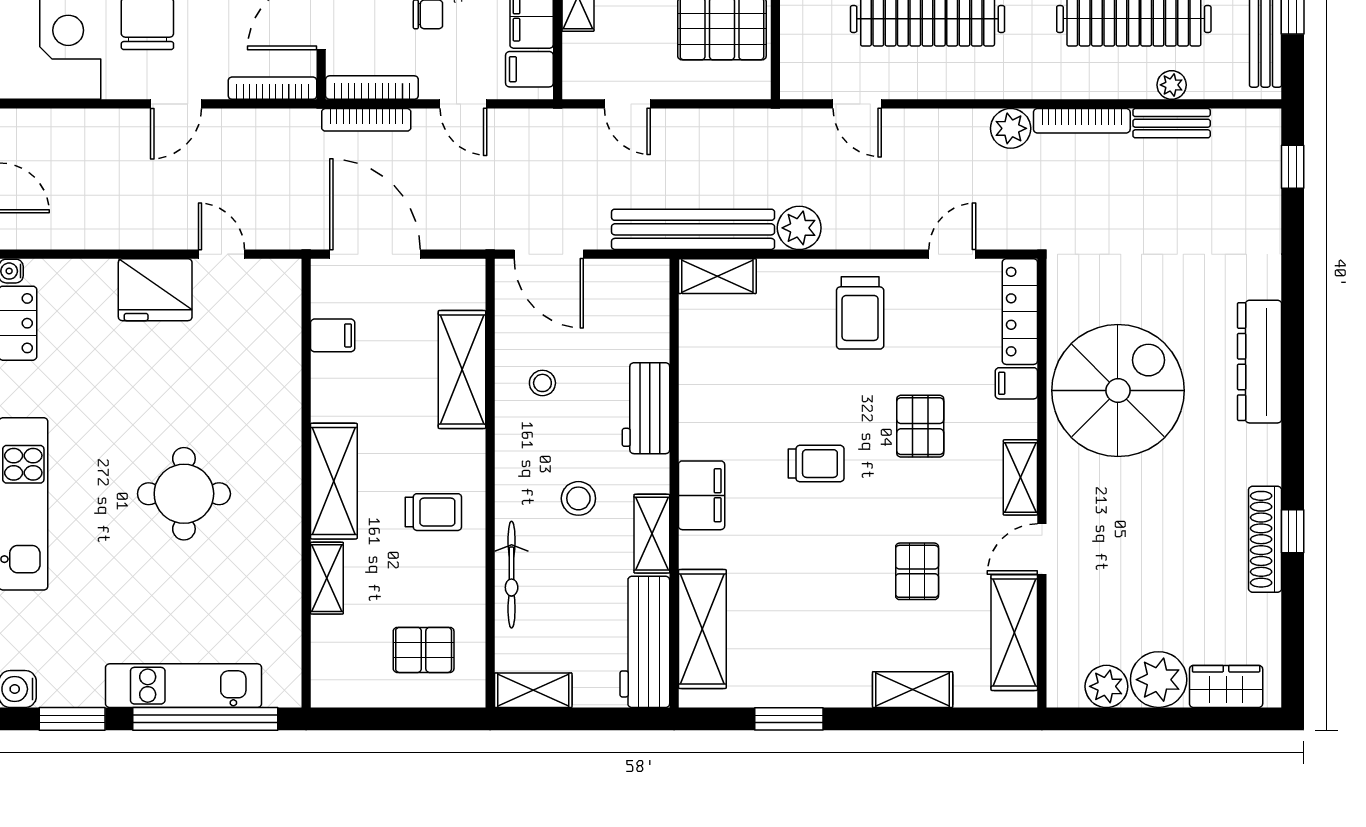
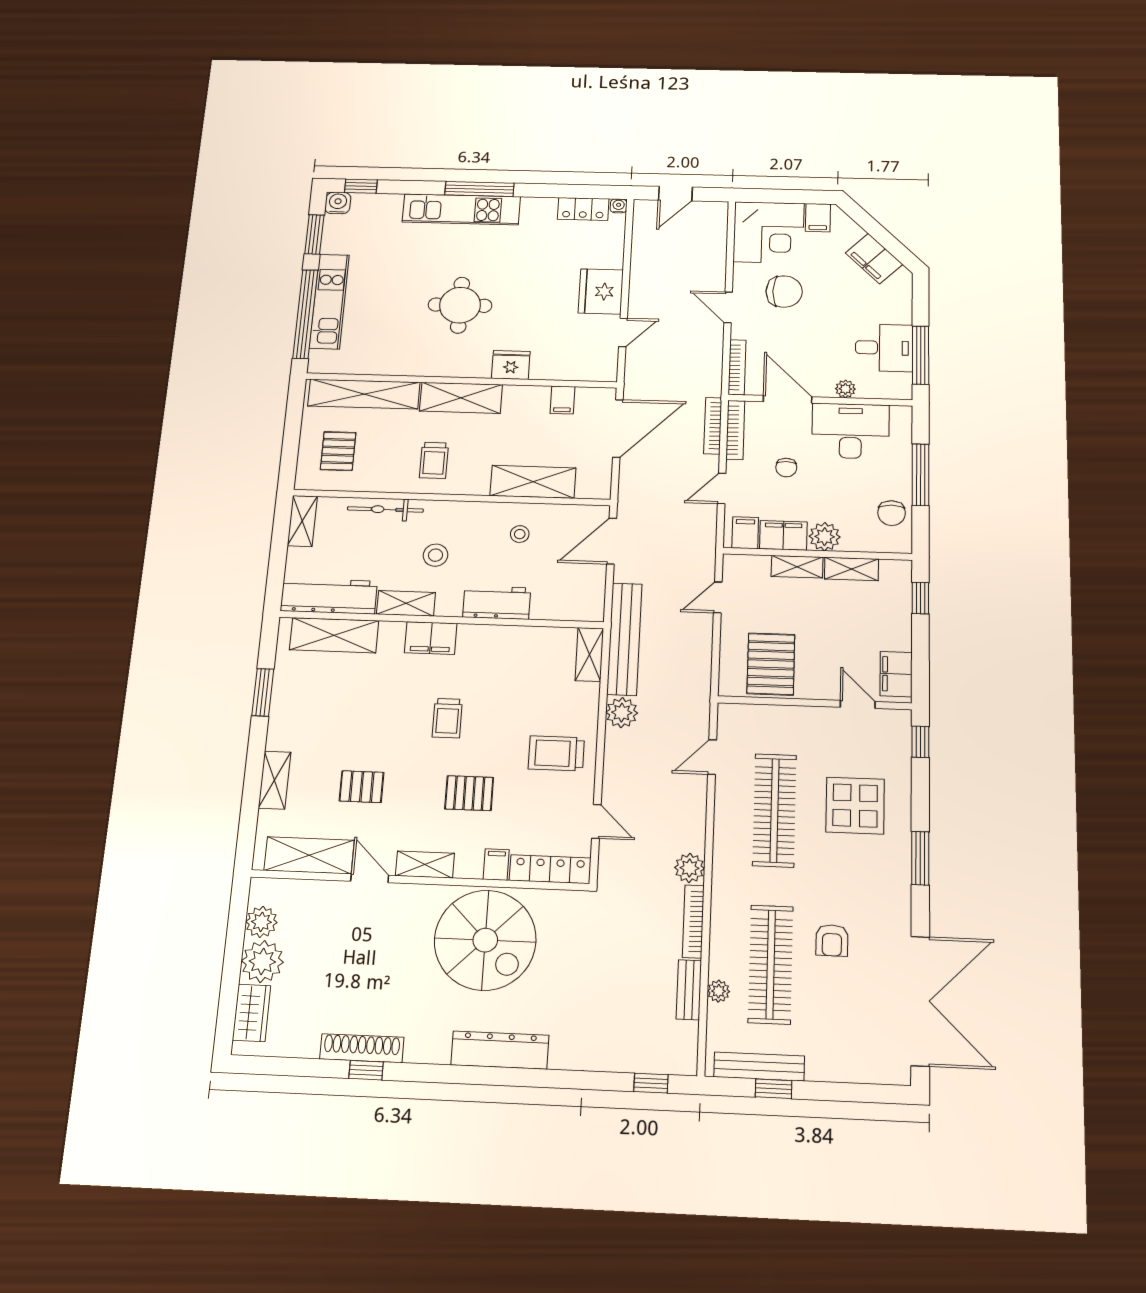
fridge: (279, 413) -> (511, 365), added
shelving: (327, 578) -> (364, 394), width x2.20, depth x1.33

